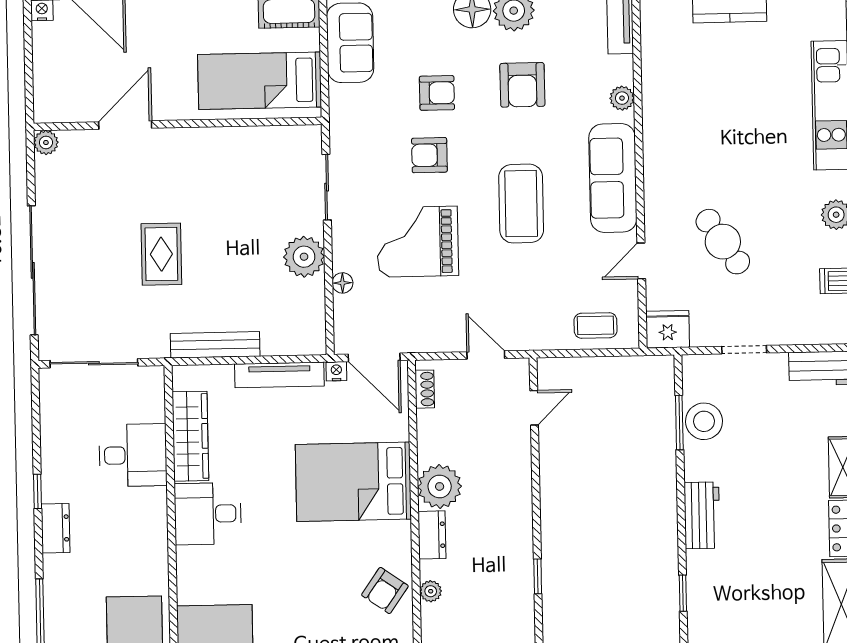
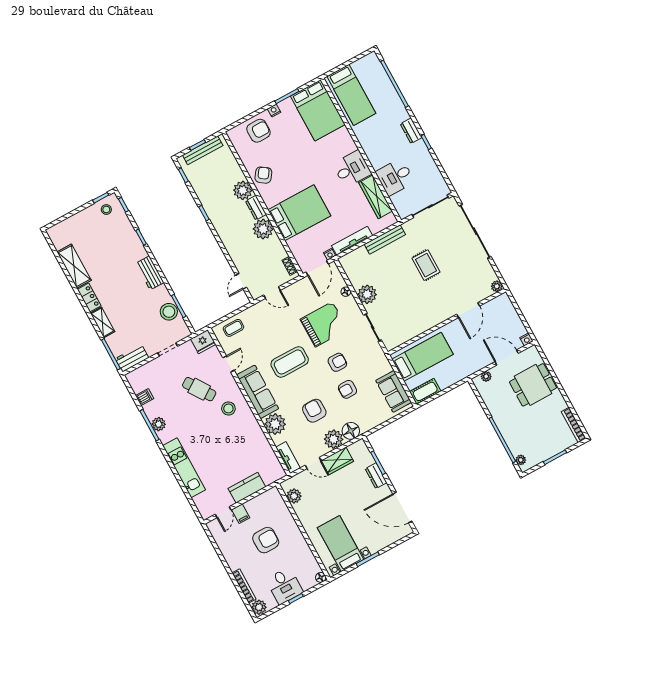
plant: (622, 98) -> (275, 424), width x1.87, depth x1.87
stool: (686, 175) -> (228, 408), added
coffee table: (521, 204) -> (290, 362), turned 90
door: (374, 357) -> (317, 268), swing flipped
plant: (431, 591) -> (243, 190), width x1.87, depth x1.87

